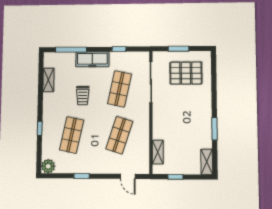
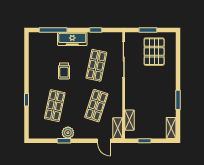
pallet: (186, 73) -> (154, 52), turned 90
shelving: (48, 80) -> (118, 128), moved
plant: (48, 166) -> (68, 133), moved

